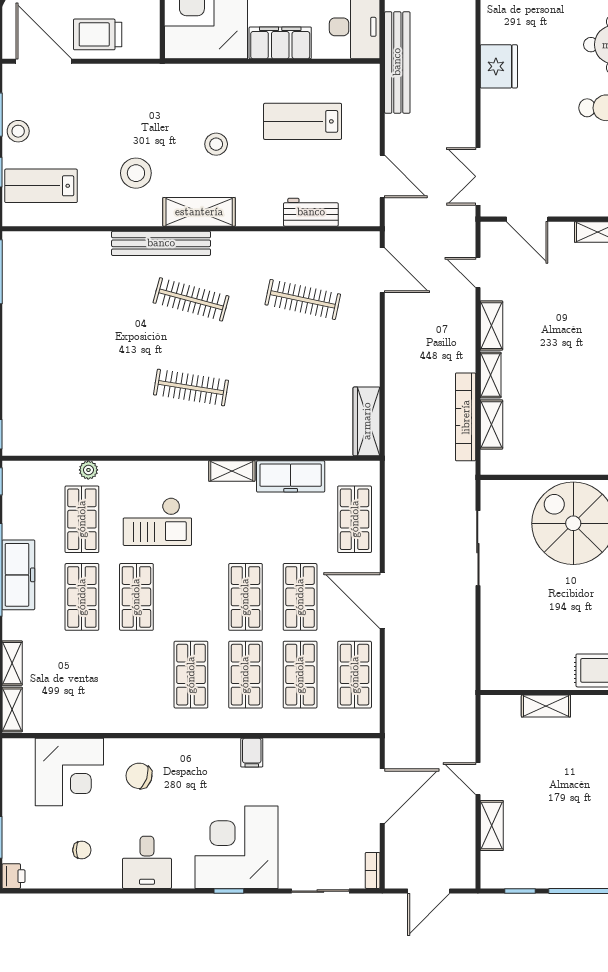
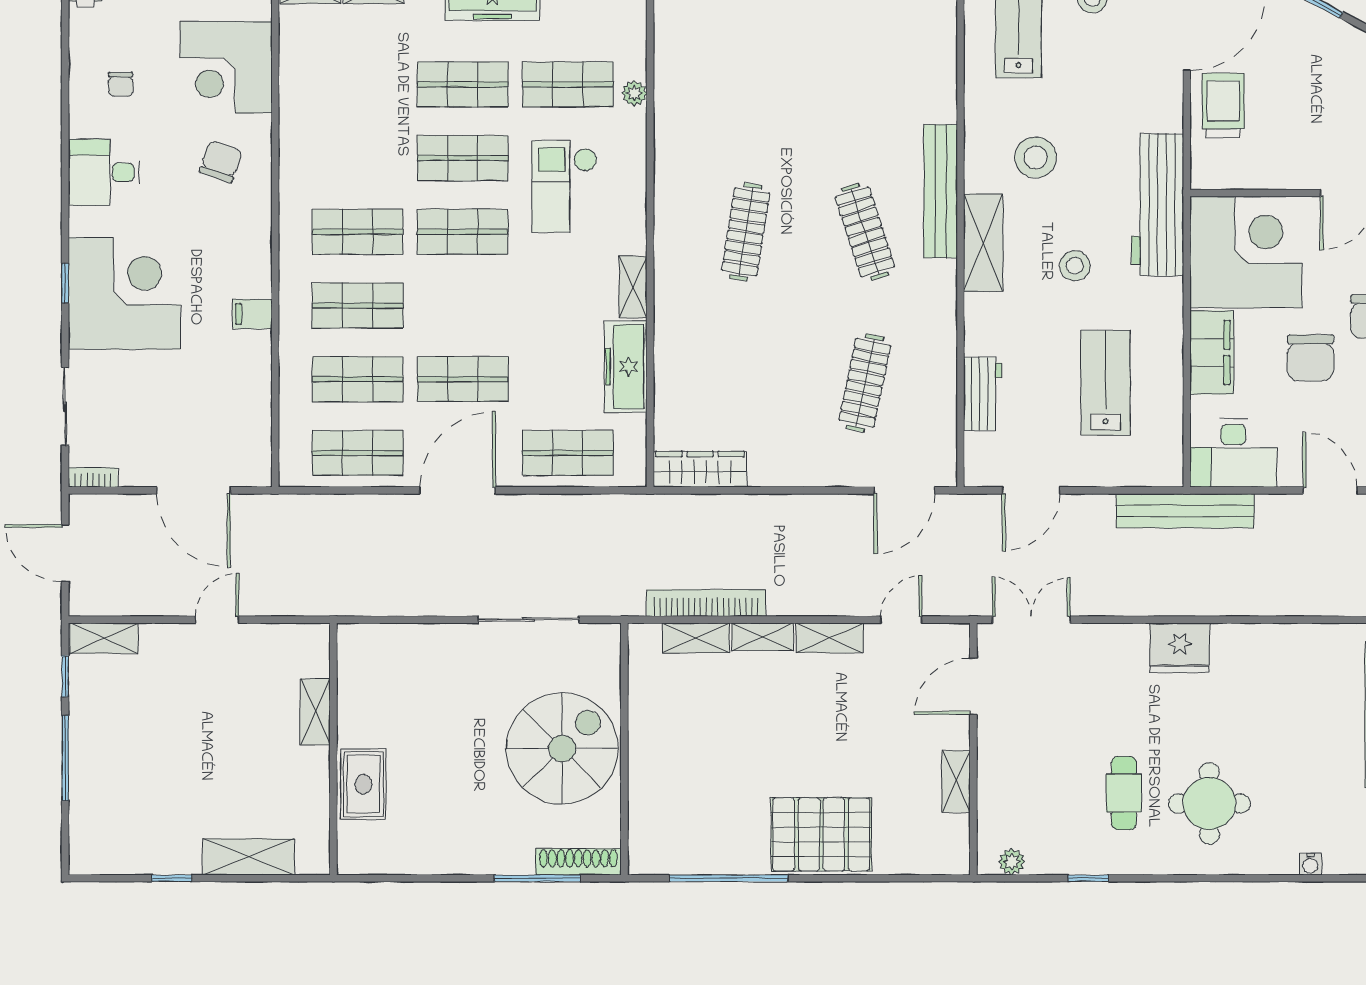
workbench: (171, 83) -> (1158, 205), added
clothes rail: (191, 299) -> (865, 232), turned -33
shop shelf: (245, 597) -> (463, 232), moved
shelving: (492, 826) -> (104, 638), moved

